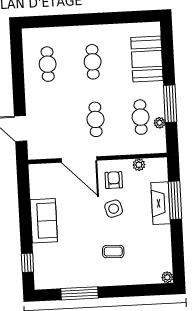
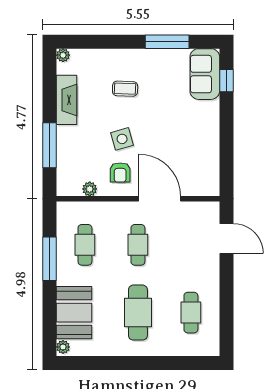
cafe table: (93, 62) -> (138, 313), width x1.37, depth x1.35
plant: (160, 123) -> (63, 347), moved
fireplace: (161, 203) -> (67, 100), moved
sofa: (44, 221) -> (205, 74), moved

